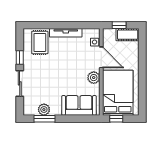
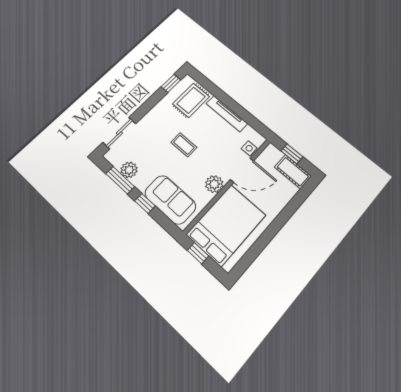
window: (20, 57) -> (171, 83), moved
door: (101, 57) -> (242, 170), hinge flipped
coffee table: (59, 71) -> (184, 145), added
sliding door: (20, 83) -> (119, 133), moved
window: (68, 119) -> (145, 203), added

